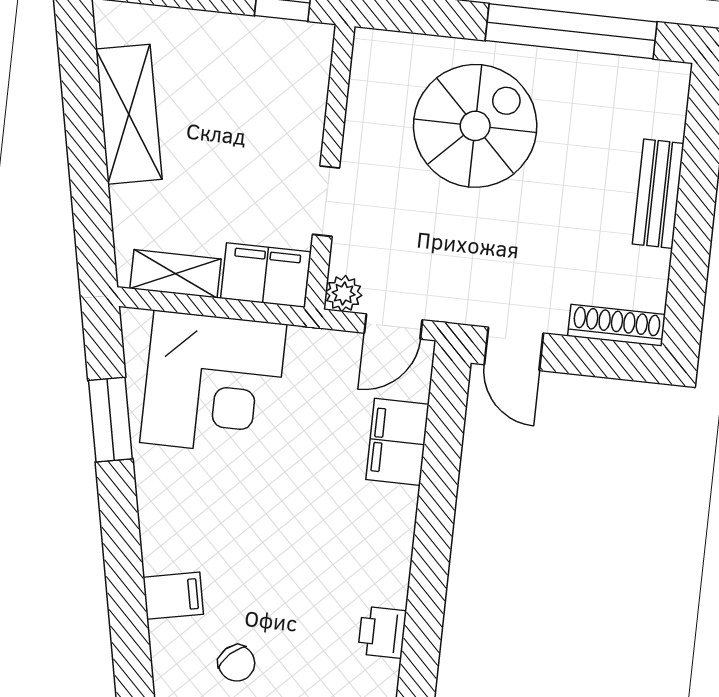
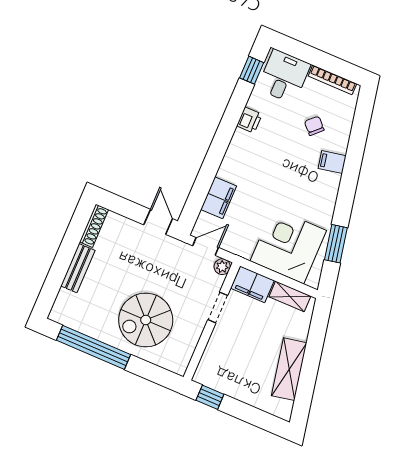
shoe rack: (617, 325) -> (94, 226), moved, turned -90

